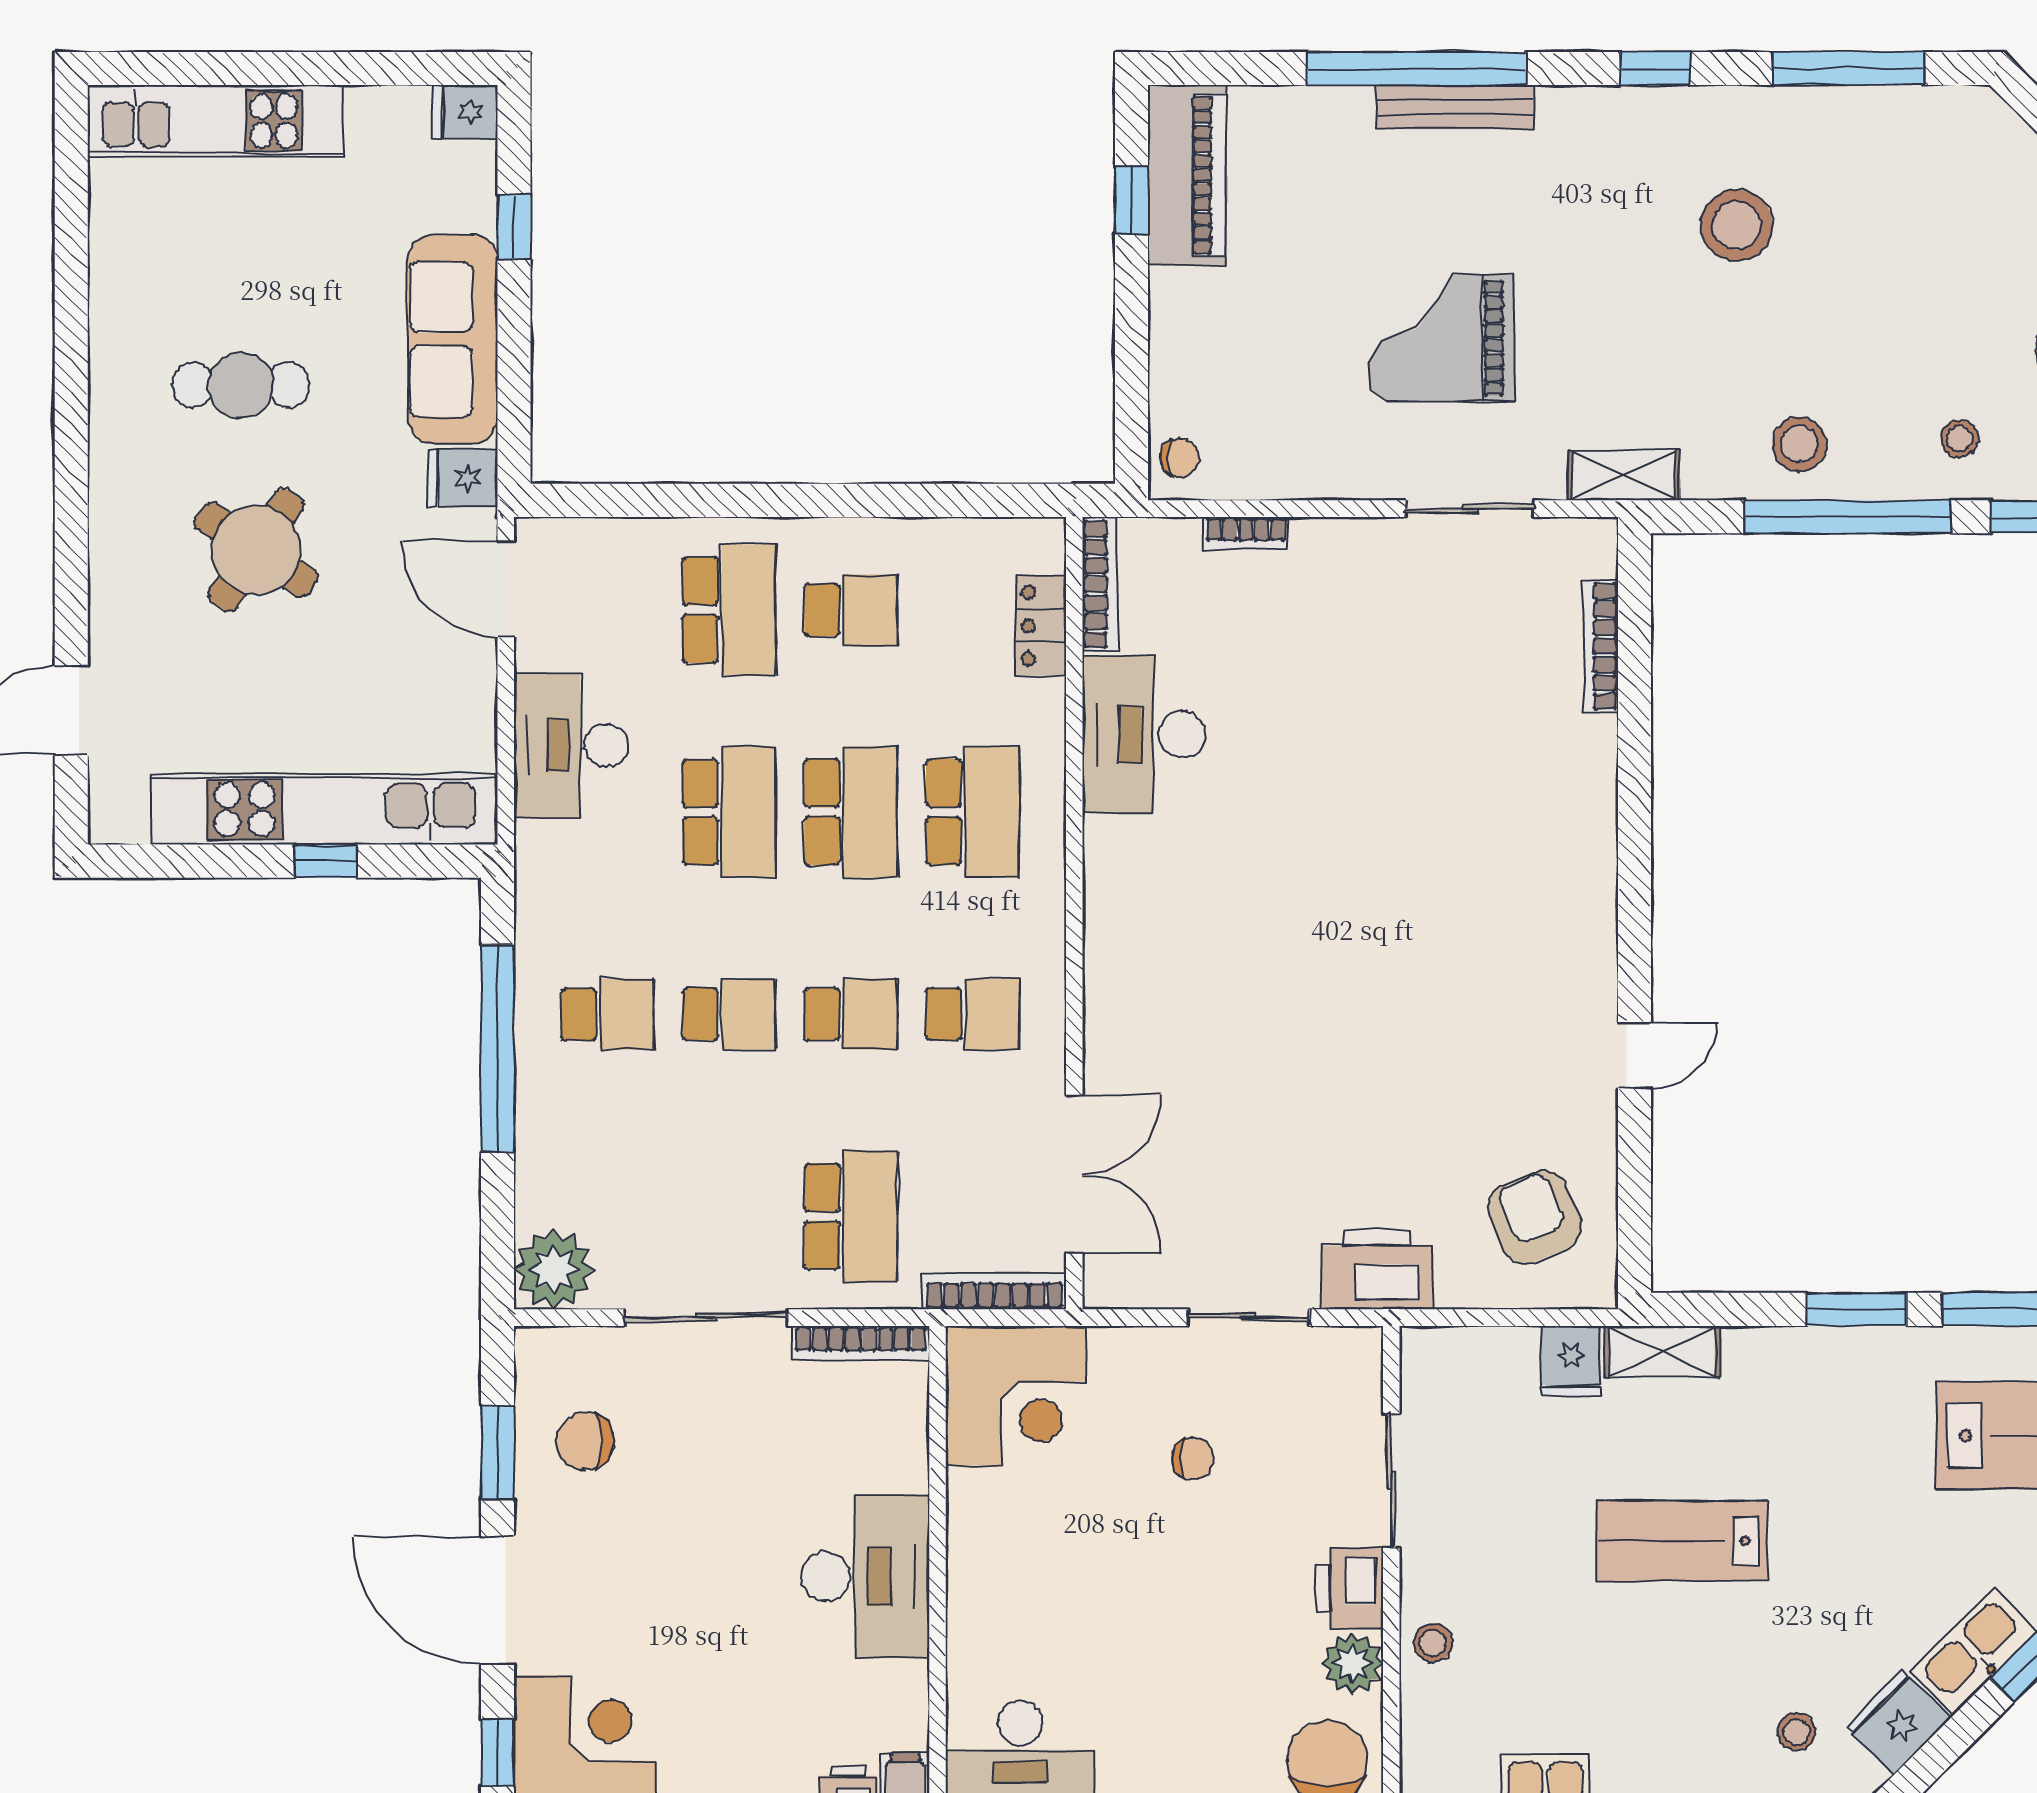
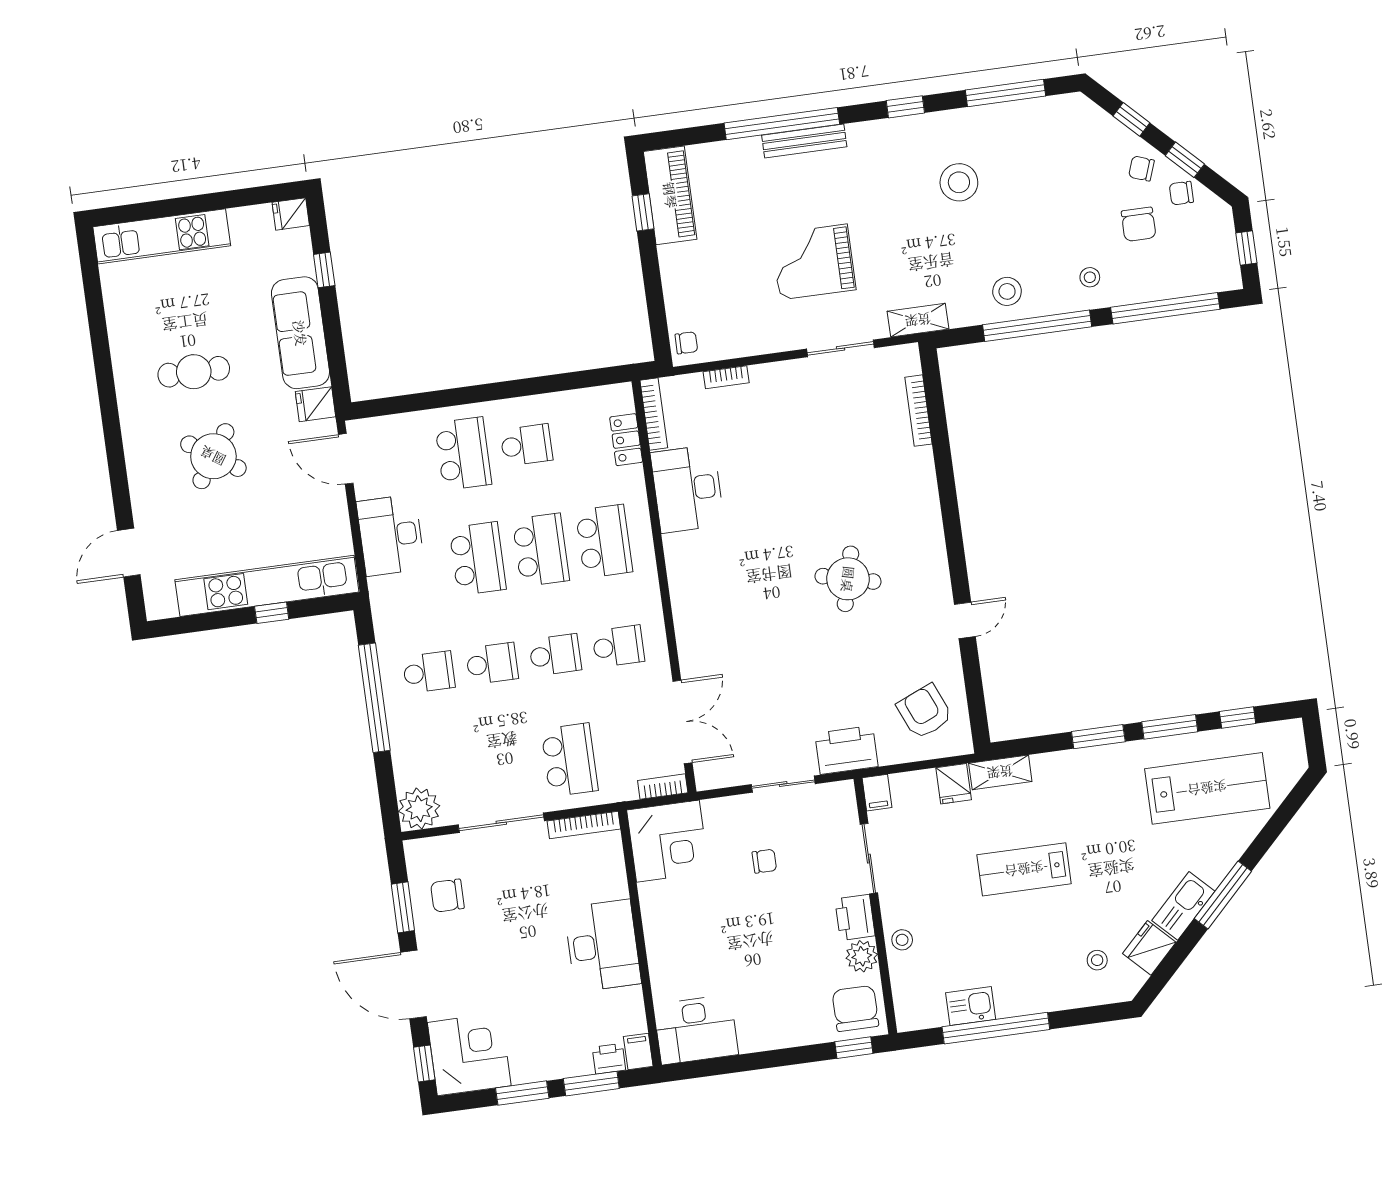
round table: (1424, 946) -> (848, 579), added
bookcase: (994, 1291) -> (663, 787), width x0.64
filing cabinet: (1424, 1358) -> (877, 793), added

